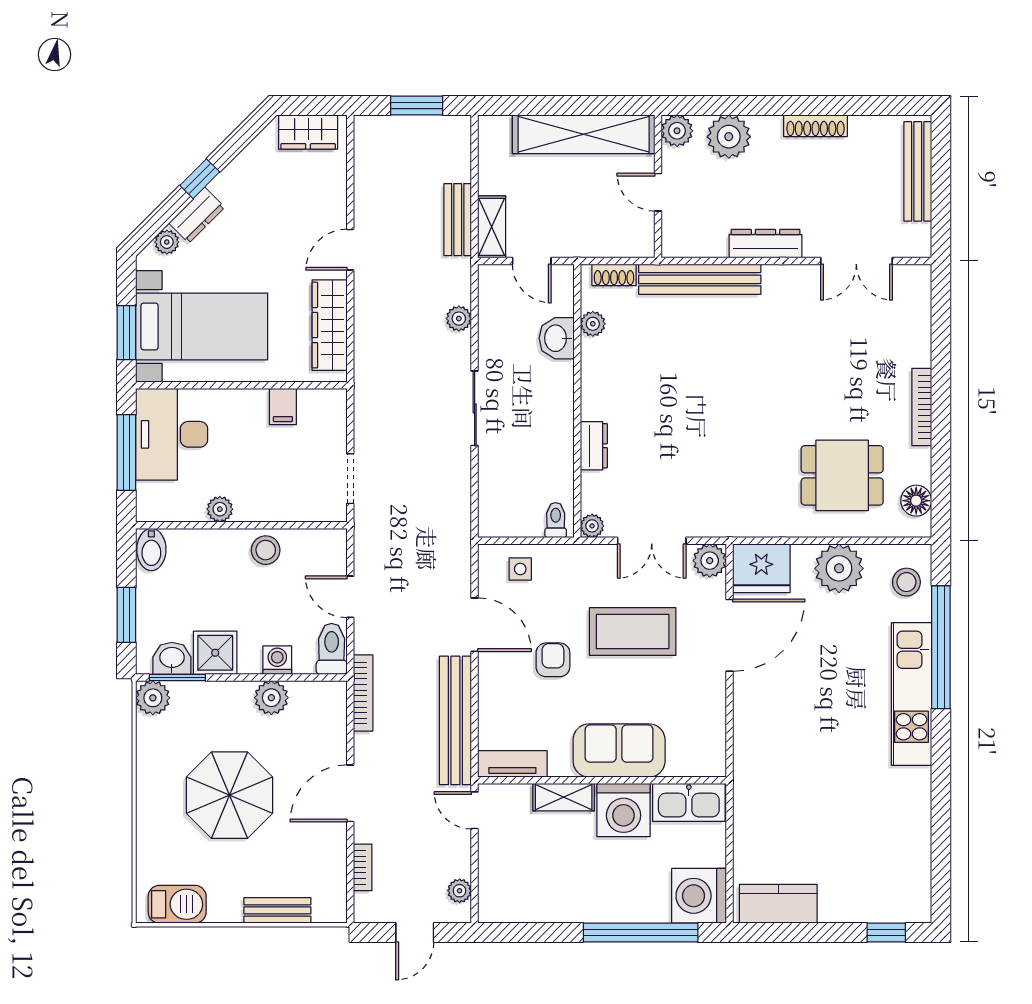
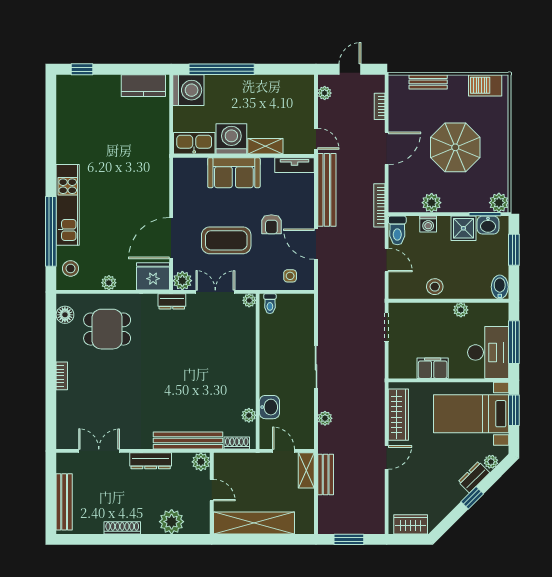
plant: (677, 131) -> (201, 462), moved
filing cabinet: (283, 406) -> (433, 368), width x2.00
bookcase: (922, 407) -> (62, 376), width x0.64
dresser: (594, 446) -> (172, 301), moved, turned -90
plant: (839, 568) -> (109, 283), width x0.53, depth x0.53

